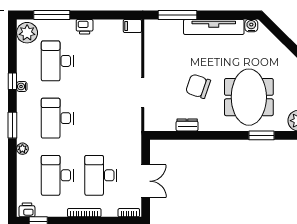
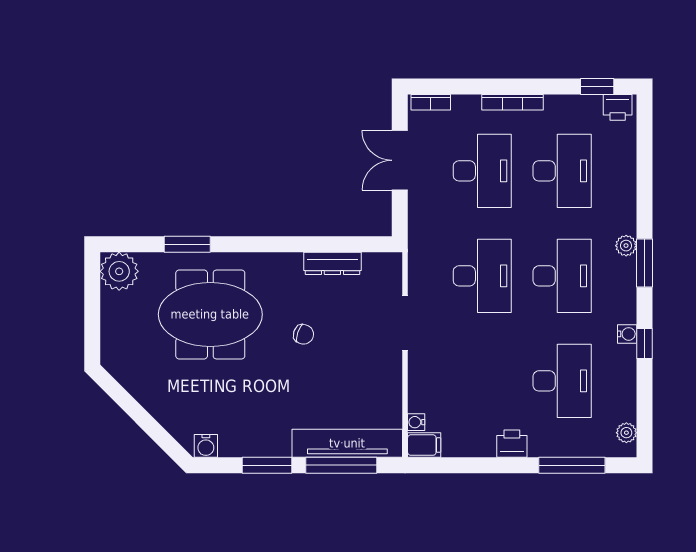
window: (218, 15) -> (267, 465), added
tv unit: (214, 27) -> (347, 443), moved
plant: (27, 33) -> (626, 433), width x0.53, depth x0.53
water cooler: (137, 38) -> (416, 422), added
chair: (198, 86) -> (303, 334), width x0.54, depth x0.54
meeting table: (249, 97) -> (210, 314), turned 90
desk: (101, 118) -> (482, 276), added
dresser: (187, 125) -> (332, 263), width x1.44
plant: (22, 149) -> (626, 246), moved

